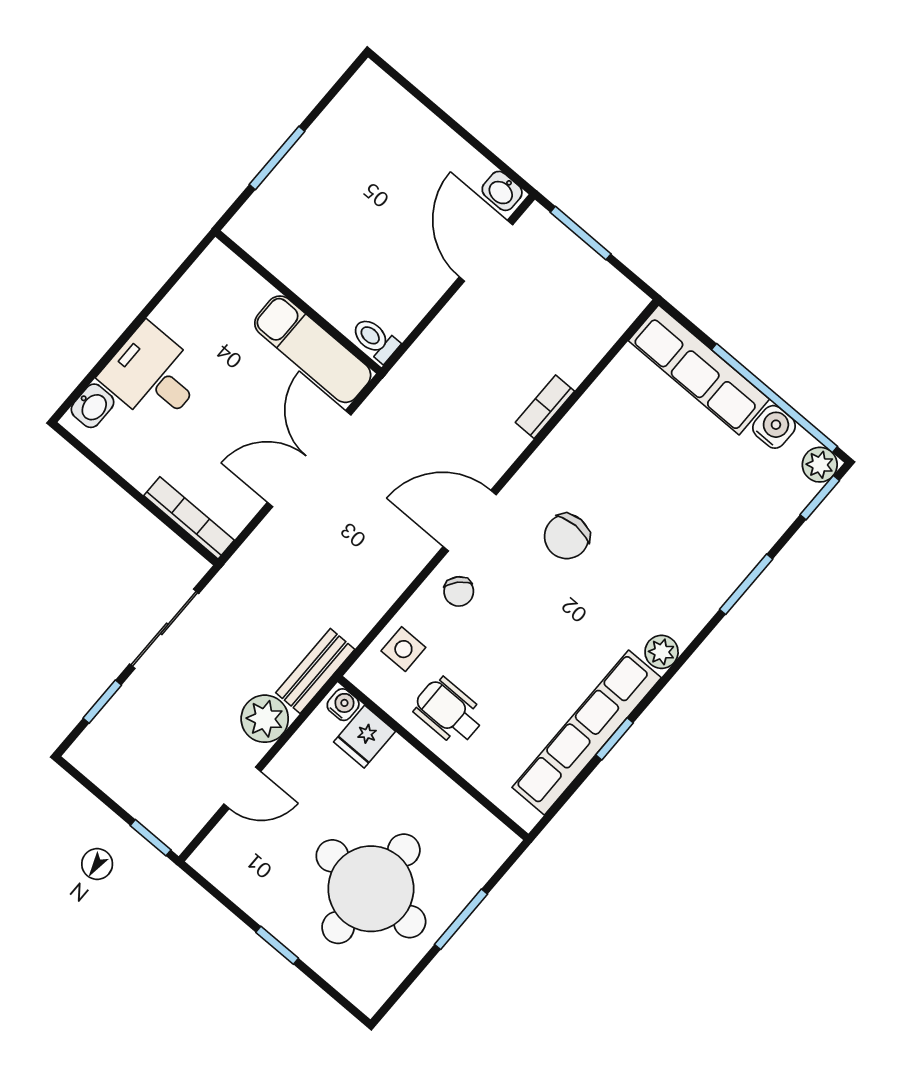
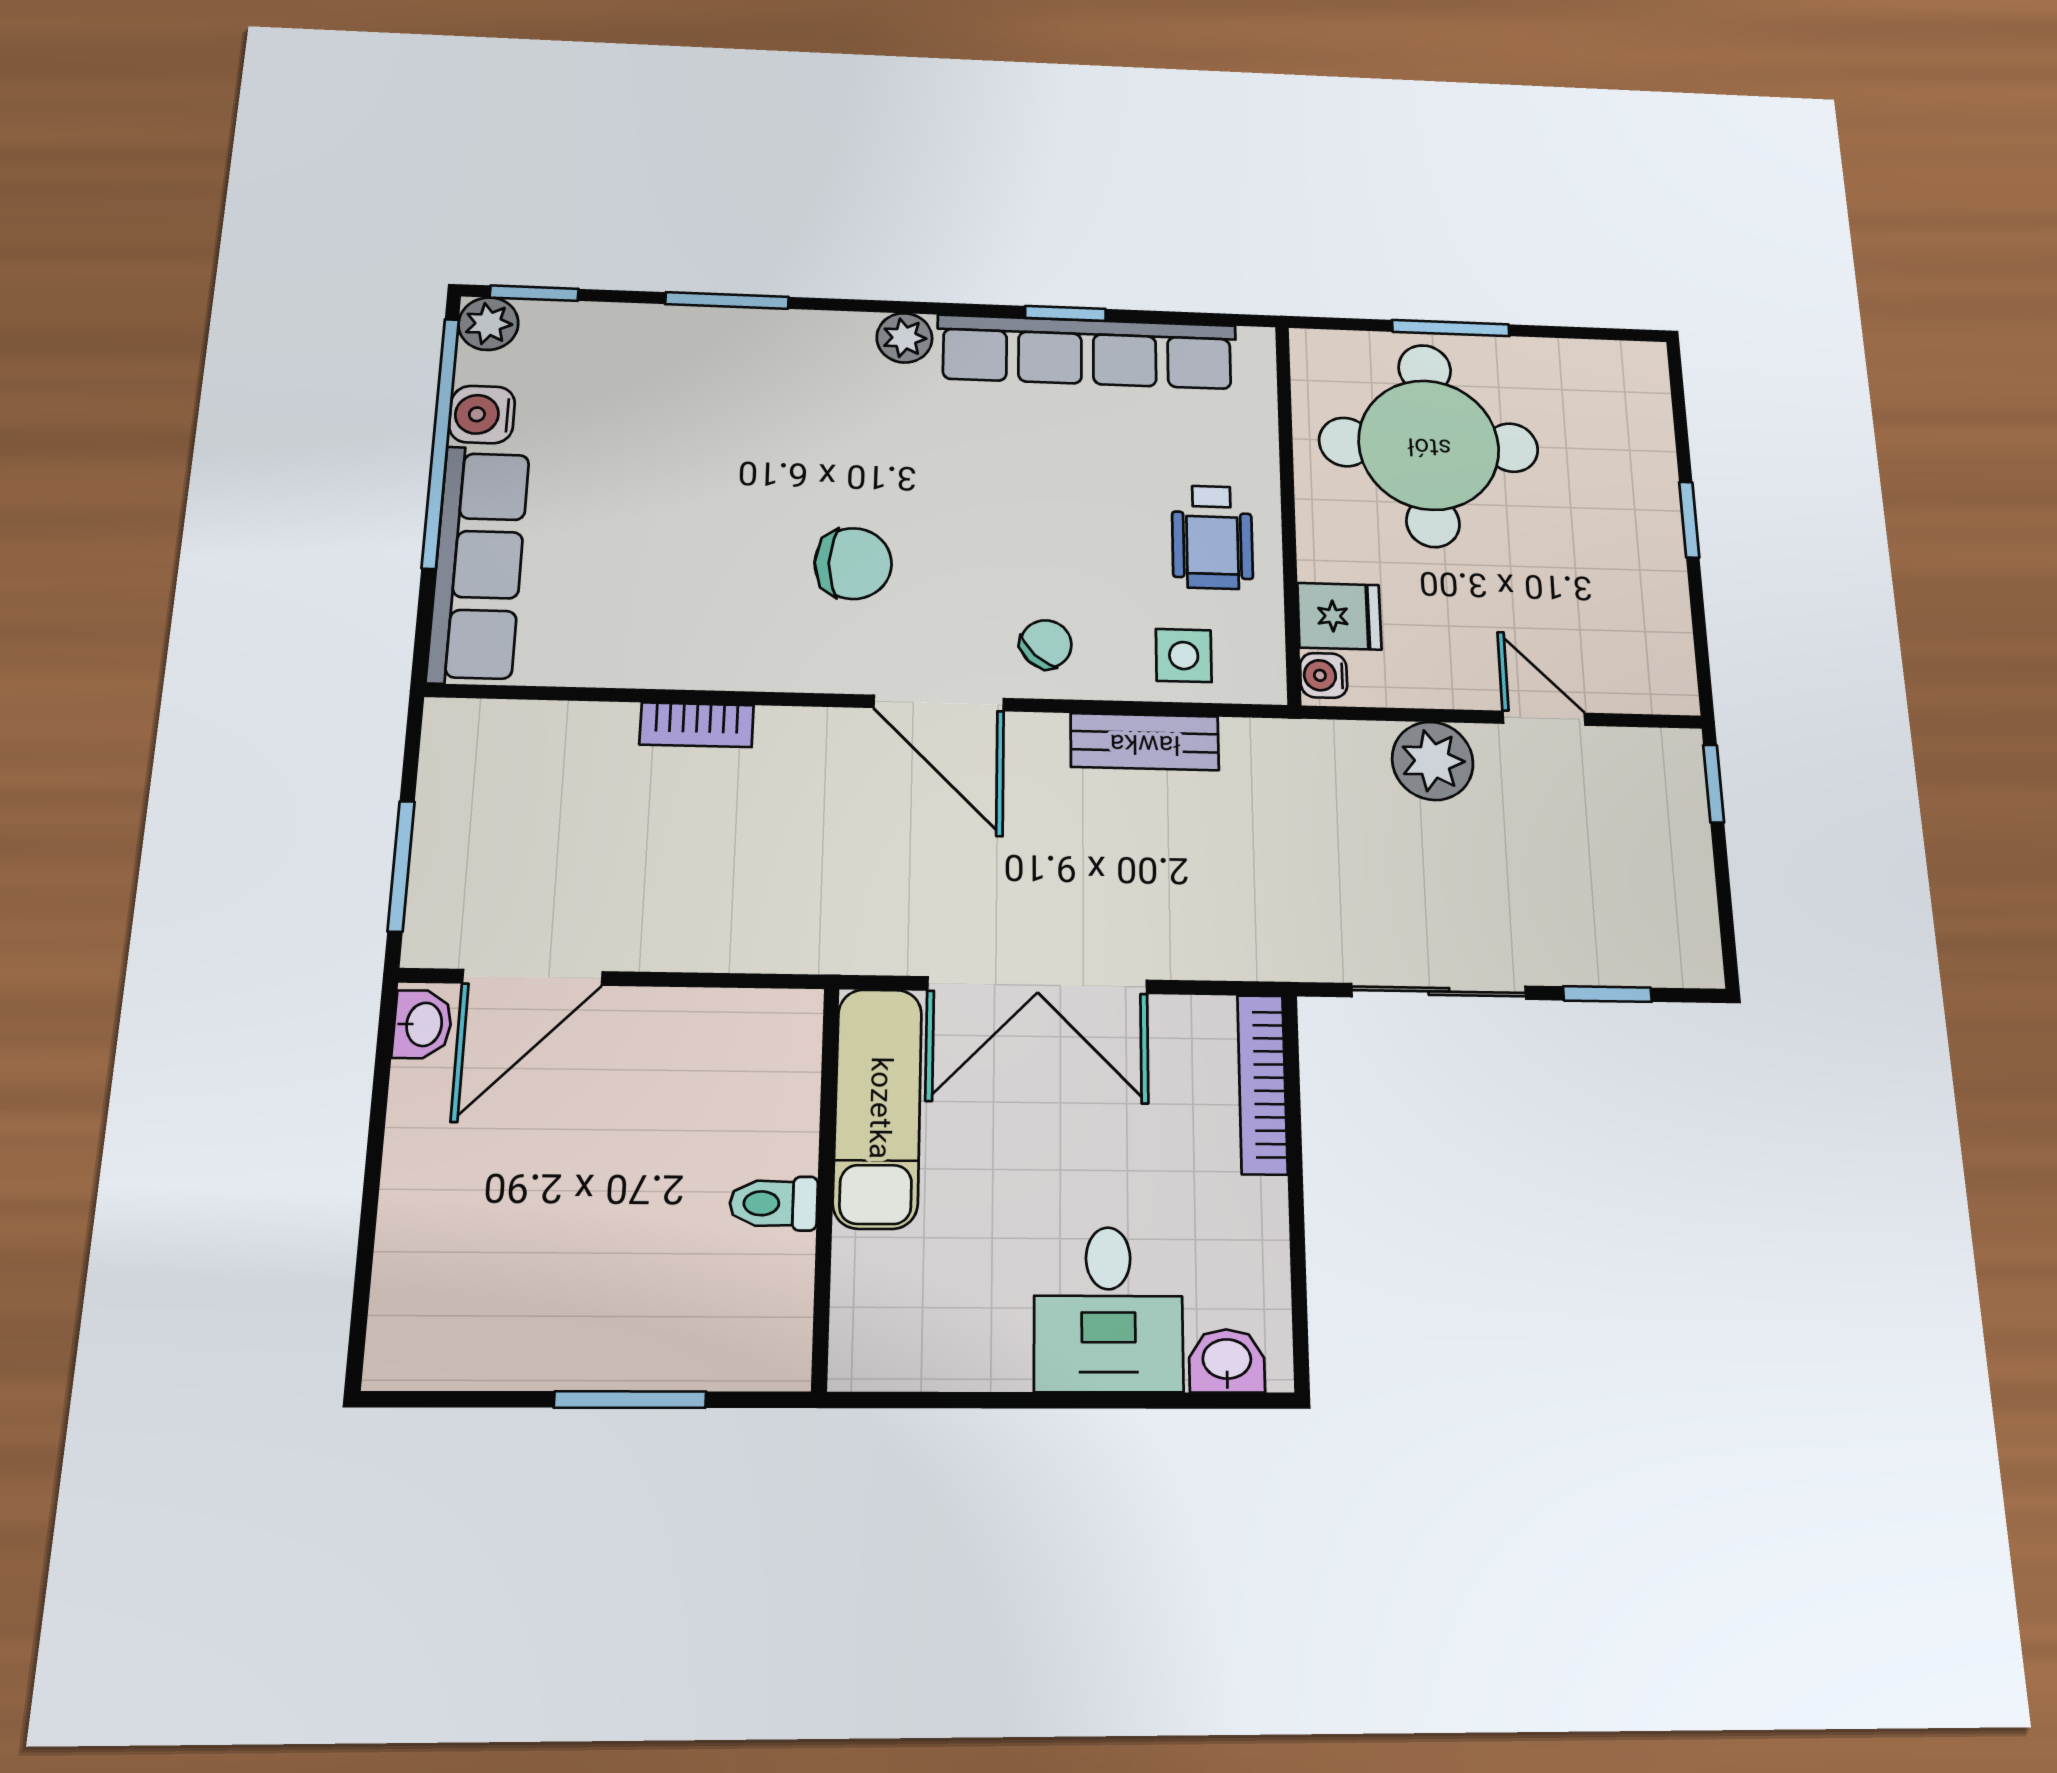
toilet: (375, 340) -> (774, 1203), moved, turned 90
bench: (315, 671) -> (1145, 742), moved
round table: (371, 889) -> (1429, 445), moved

